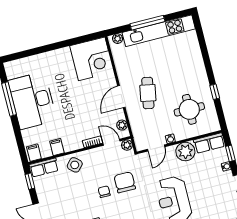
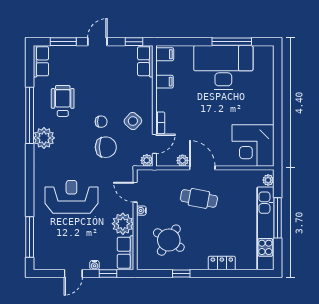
locker: (197, 60) -> (222, 263), added
round table: (189, 109) -> (169, 240), turned 33
plant: (122, 125) -> (182, 160), moved
side table: (75, 165) -> (133, 121), moved

